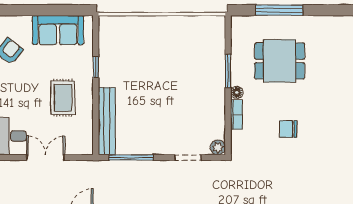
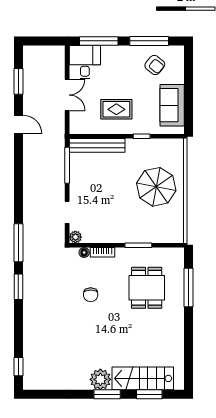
parasol: (157, 49) -> (156, 187), added
floor lamp: (237, 92) -> (84, 253), moved
chair: (288, 129) -> (91, 295), turned 180

